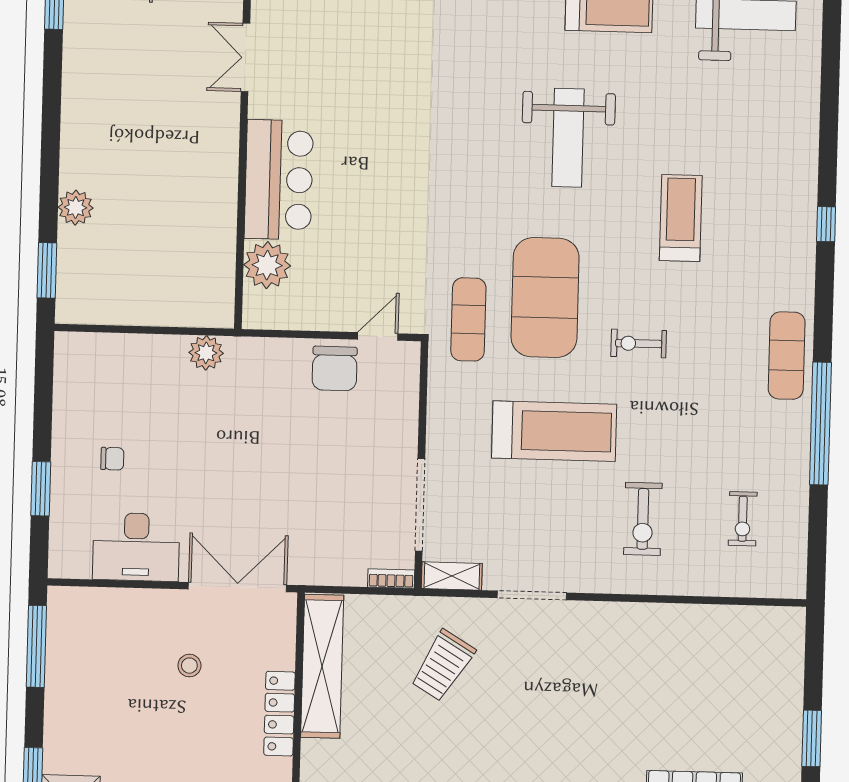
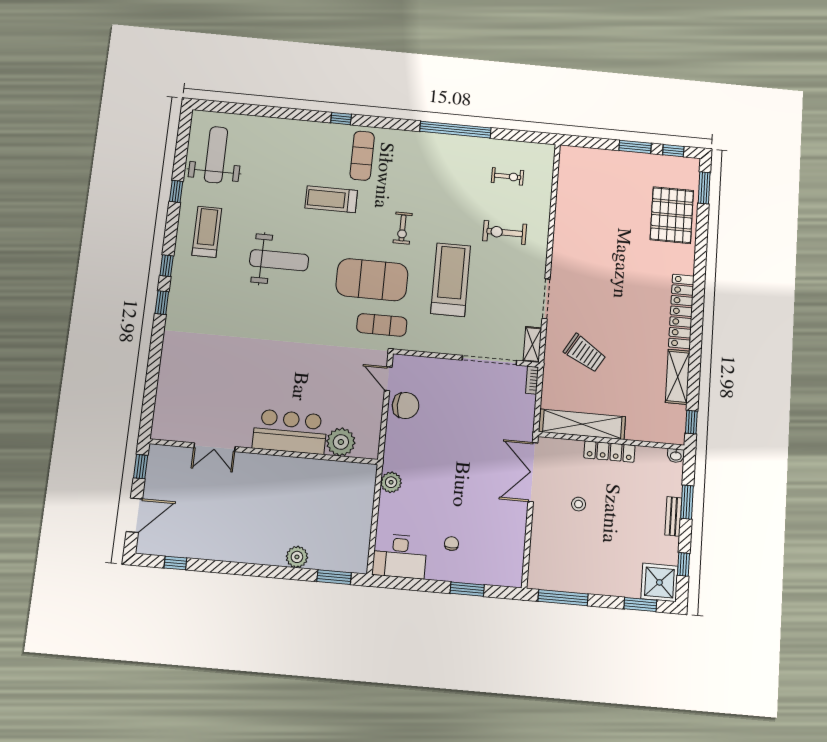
exercise mat: (787, 356) -> (362, 156), moved, turned 90
exercise bike: (643, 519) -> (505, 232), turned 180
desk: (136, 547) -> (400, 556), moved, turned 90

